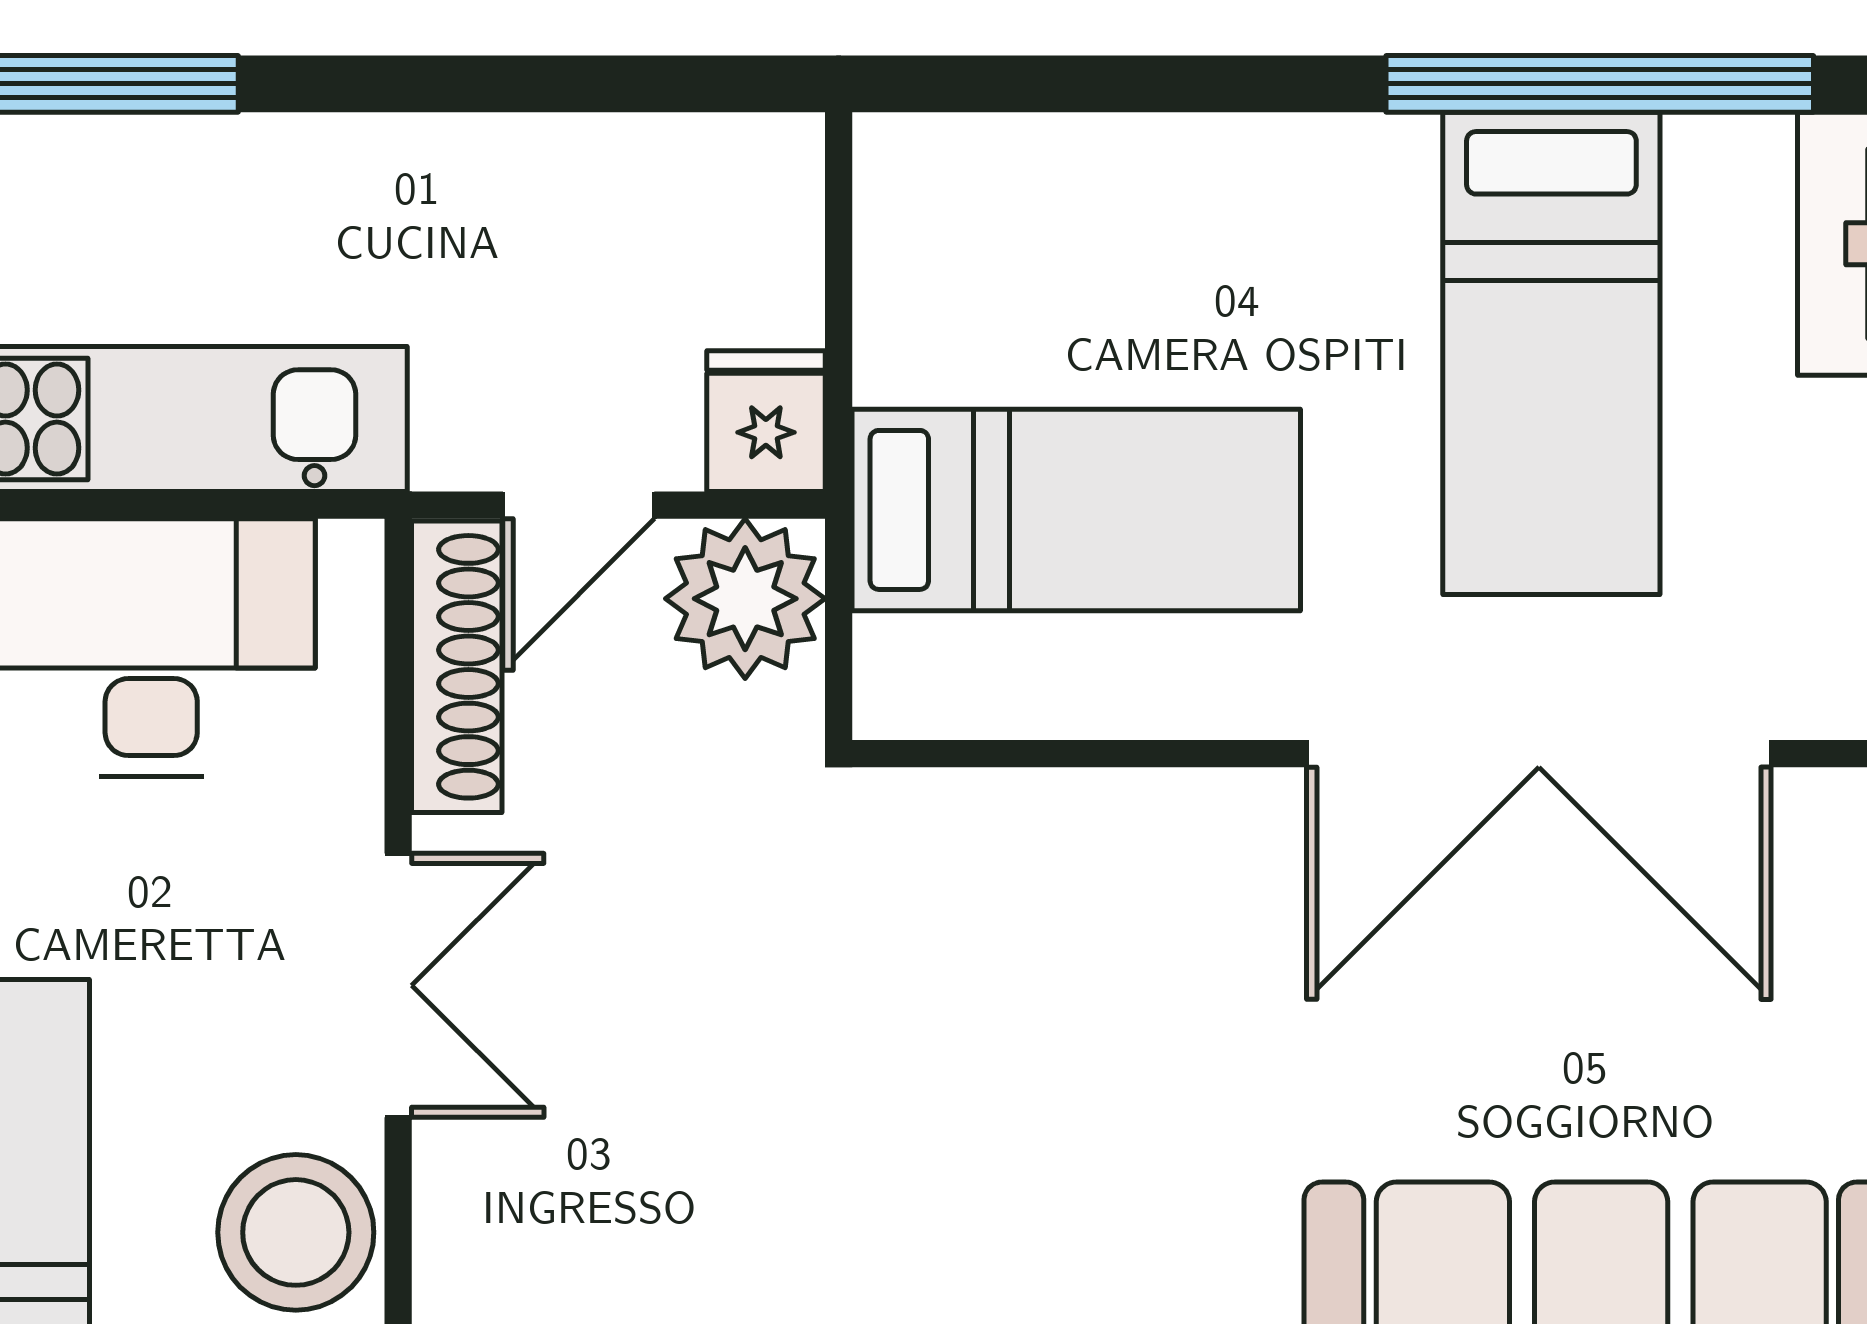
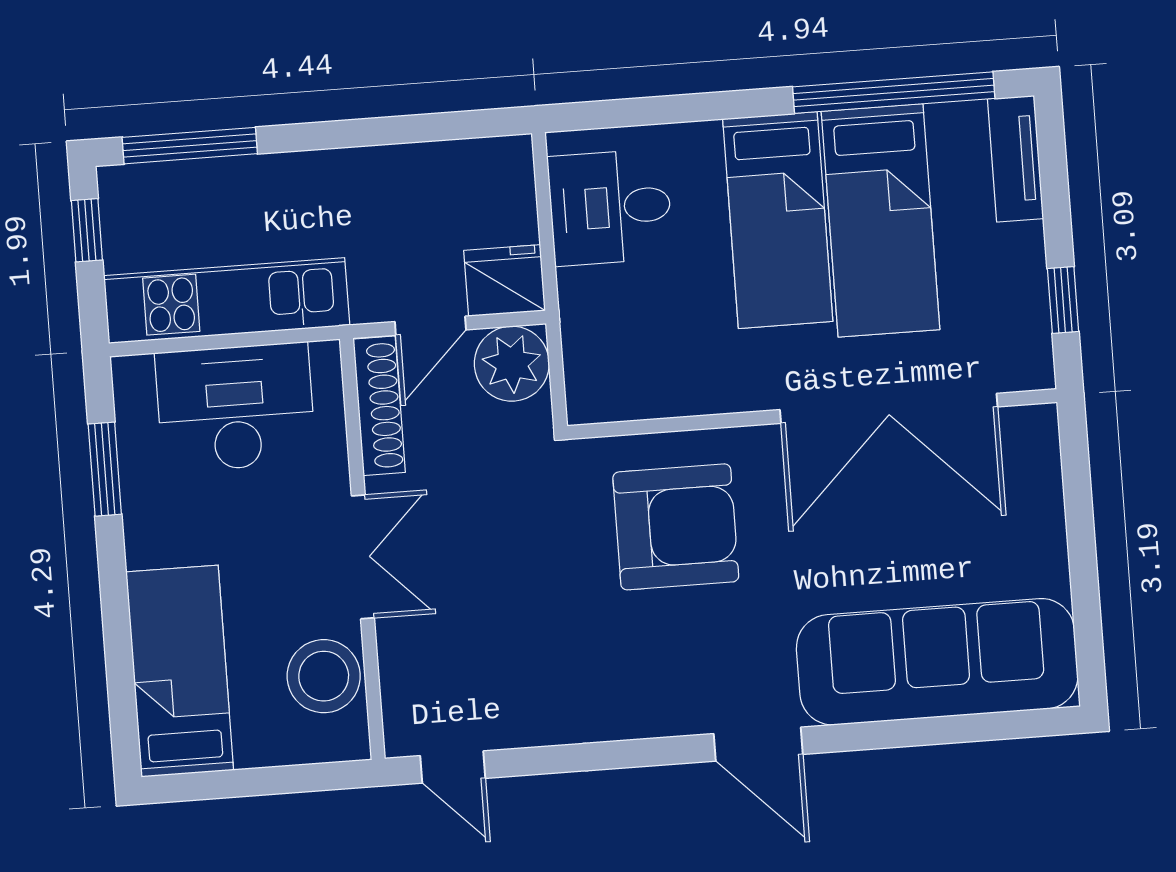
desk: (979, 282) -> (610, 207), added
fridge: (766, 421) -> (505, 281), width x1.38
bed: (1076, 510) -> (778, 220), moved, turned 90
armchair: (1068, 972) -> (676, 527), added

